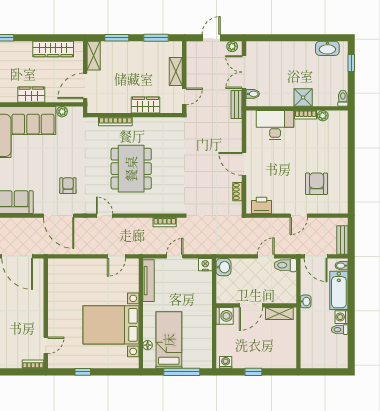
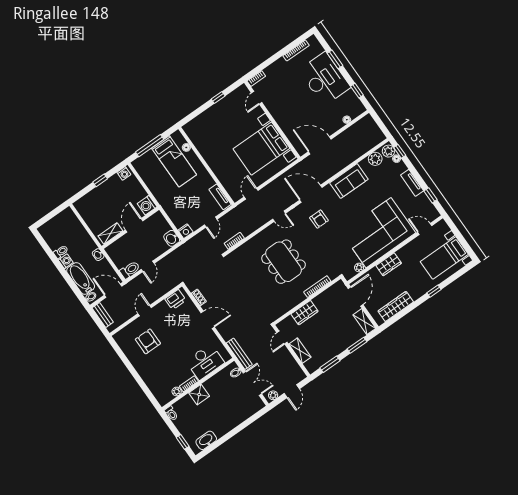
bench: (237, 104) -> (239, 354), width x1.36
armchair: (317, 184) -> (148, 341), turned 180
tv unit: (149, 281) -> (220, 197), width x0.71
bed with nightstands: (111, 325) -> (262, 149), moved, turned 180

